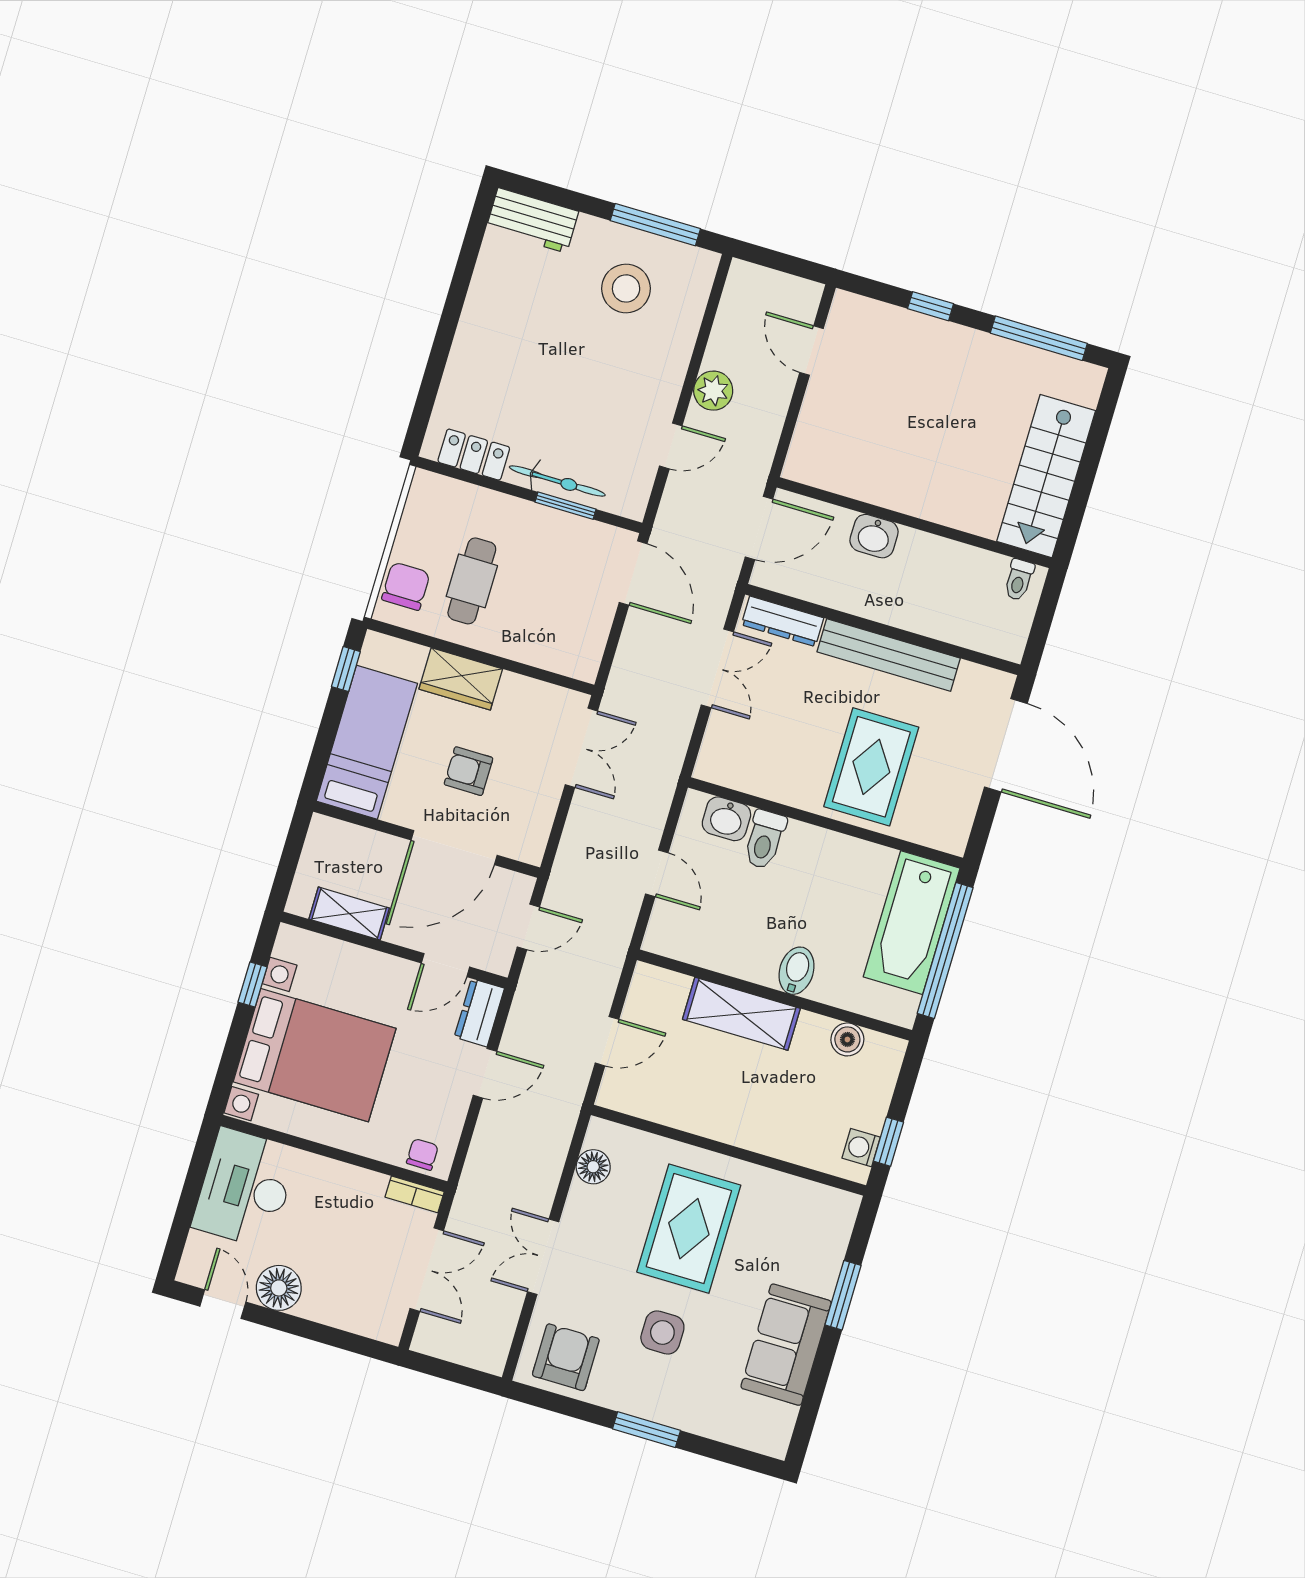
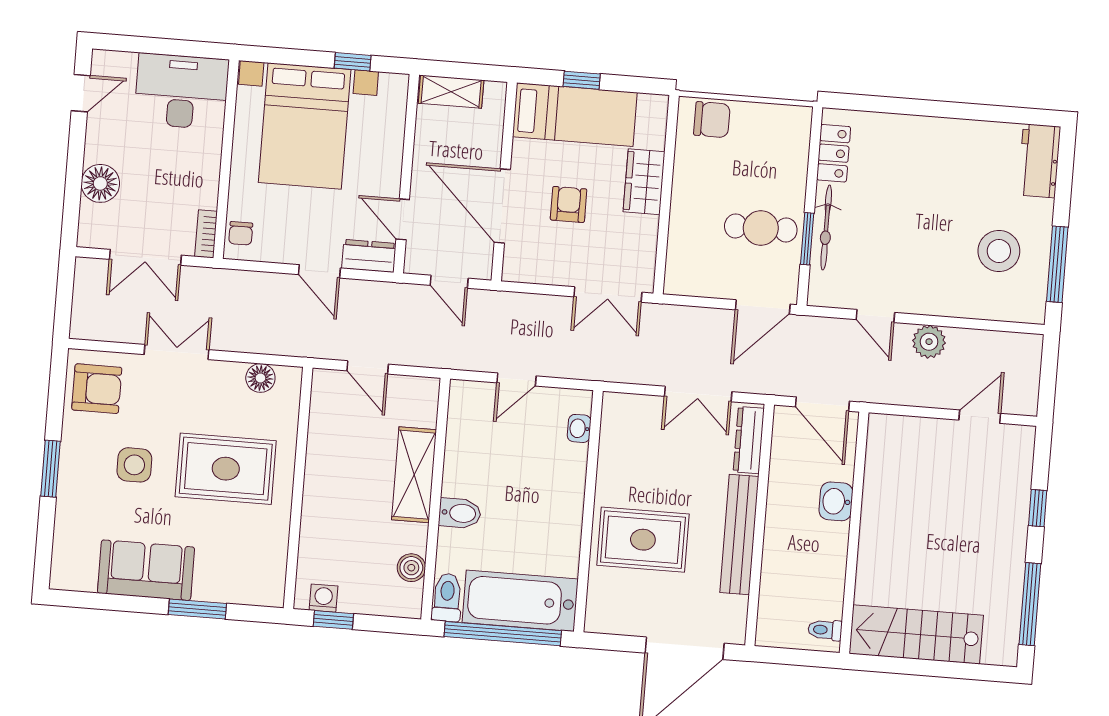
cafe table: (472, 581) -> (761, 228), moved
window: (346, 669) -> (582, 80), moved
washbasin: (726, 819) -> (579, 428), width x0.72, depth x0.69
toilet: (765, 839) -> (447, 597), moved, turned 90
shelving: (349, 914) -> (451, 92), moved, turned 90
chair: (422, 1154) -> (241, 233), turned 90
floor lamp: (279, 1288) -> (100, 183), moved

